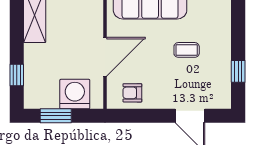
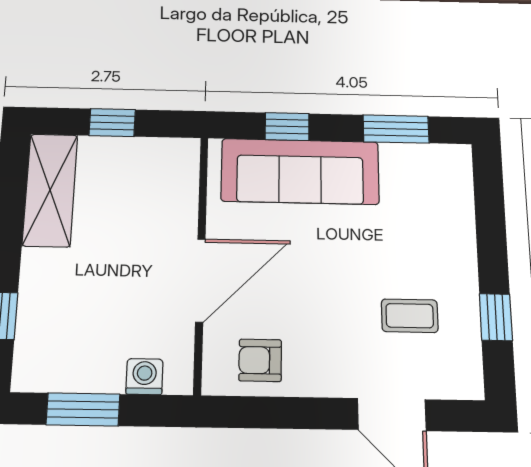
coffee table: (187, 50) -> (410, 316), moved
washing machine: (75, 94) -> (144, 377), width x0.53, depth x0.53

